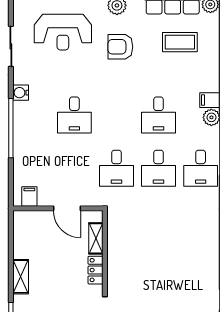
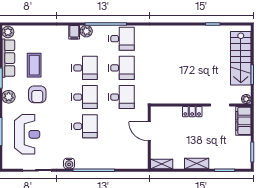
coffee table: (180, 42) -> (34, 65), moved
desk: (116, 115) -> (85, 97), added
filing cabinet: (29, 196) -> (141, 158), removed
door: (67, 208) -> (149, 131), swing flipped
shelving: (96, 238) -> (162, 164), moved

